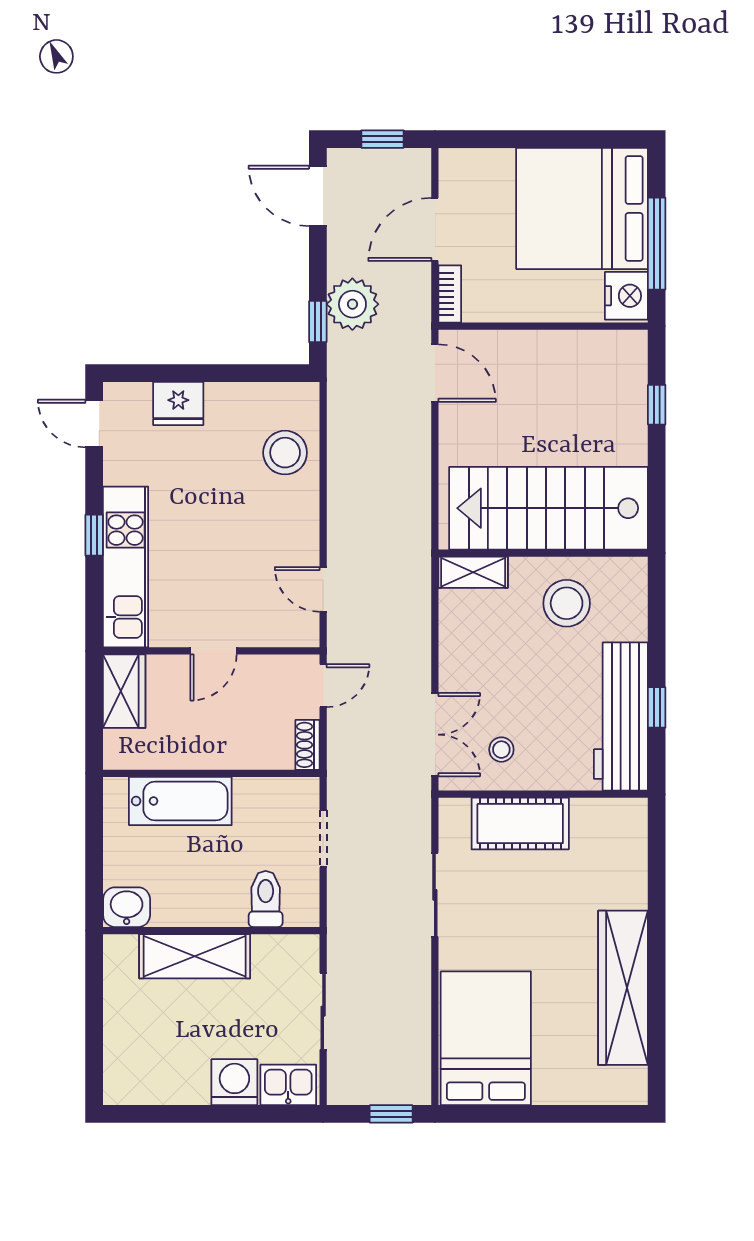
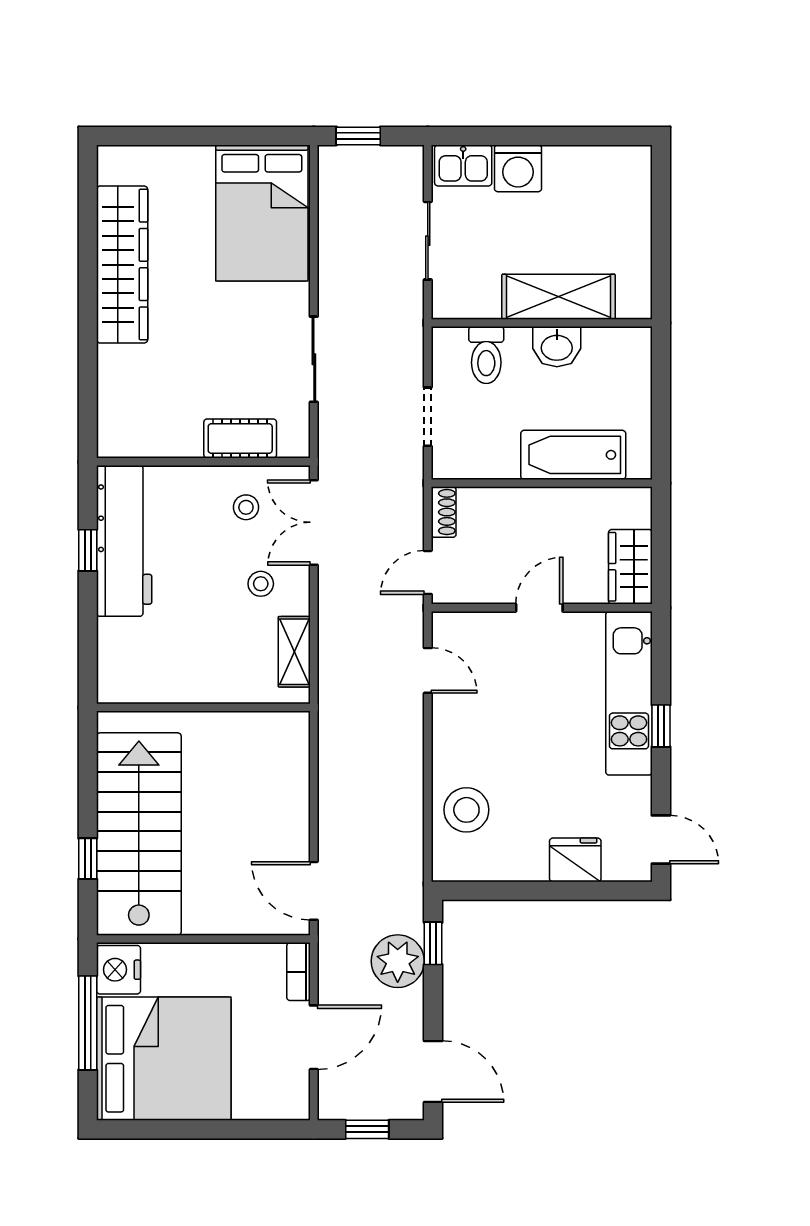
stairs: (549, 508) -> (139, 834), moved, turned -90
shelving: (473, 572) -> (294, 652), moved, turned 90
stool: (567, 603) -> (261, 584), moved, width x0.53, depth x0.53
cot: (520, 824) -> (240, 439), width x0.73, depth x0.75
washbasin: (127, 907) -> (557, 347), moved

